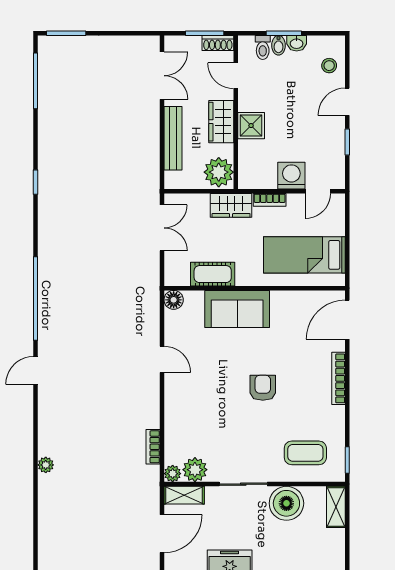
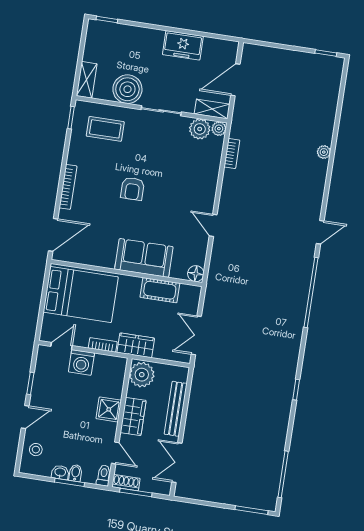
toilet: (263, 47) -> (104, 475), moved
bed: (304, 255) -> (81, 295), width x1.50

